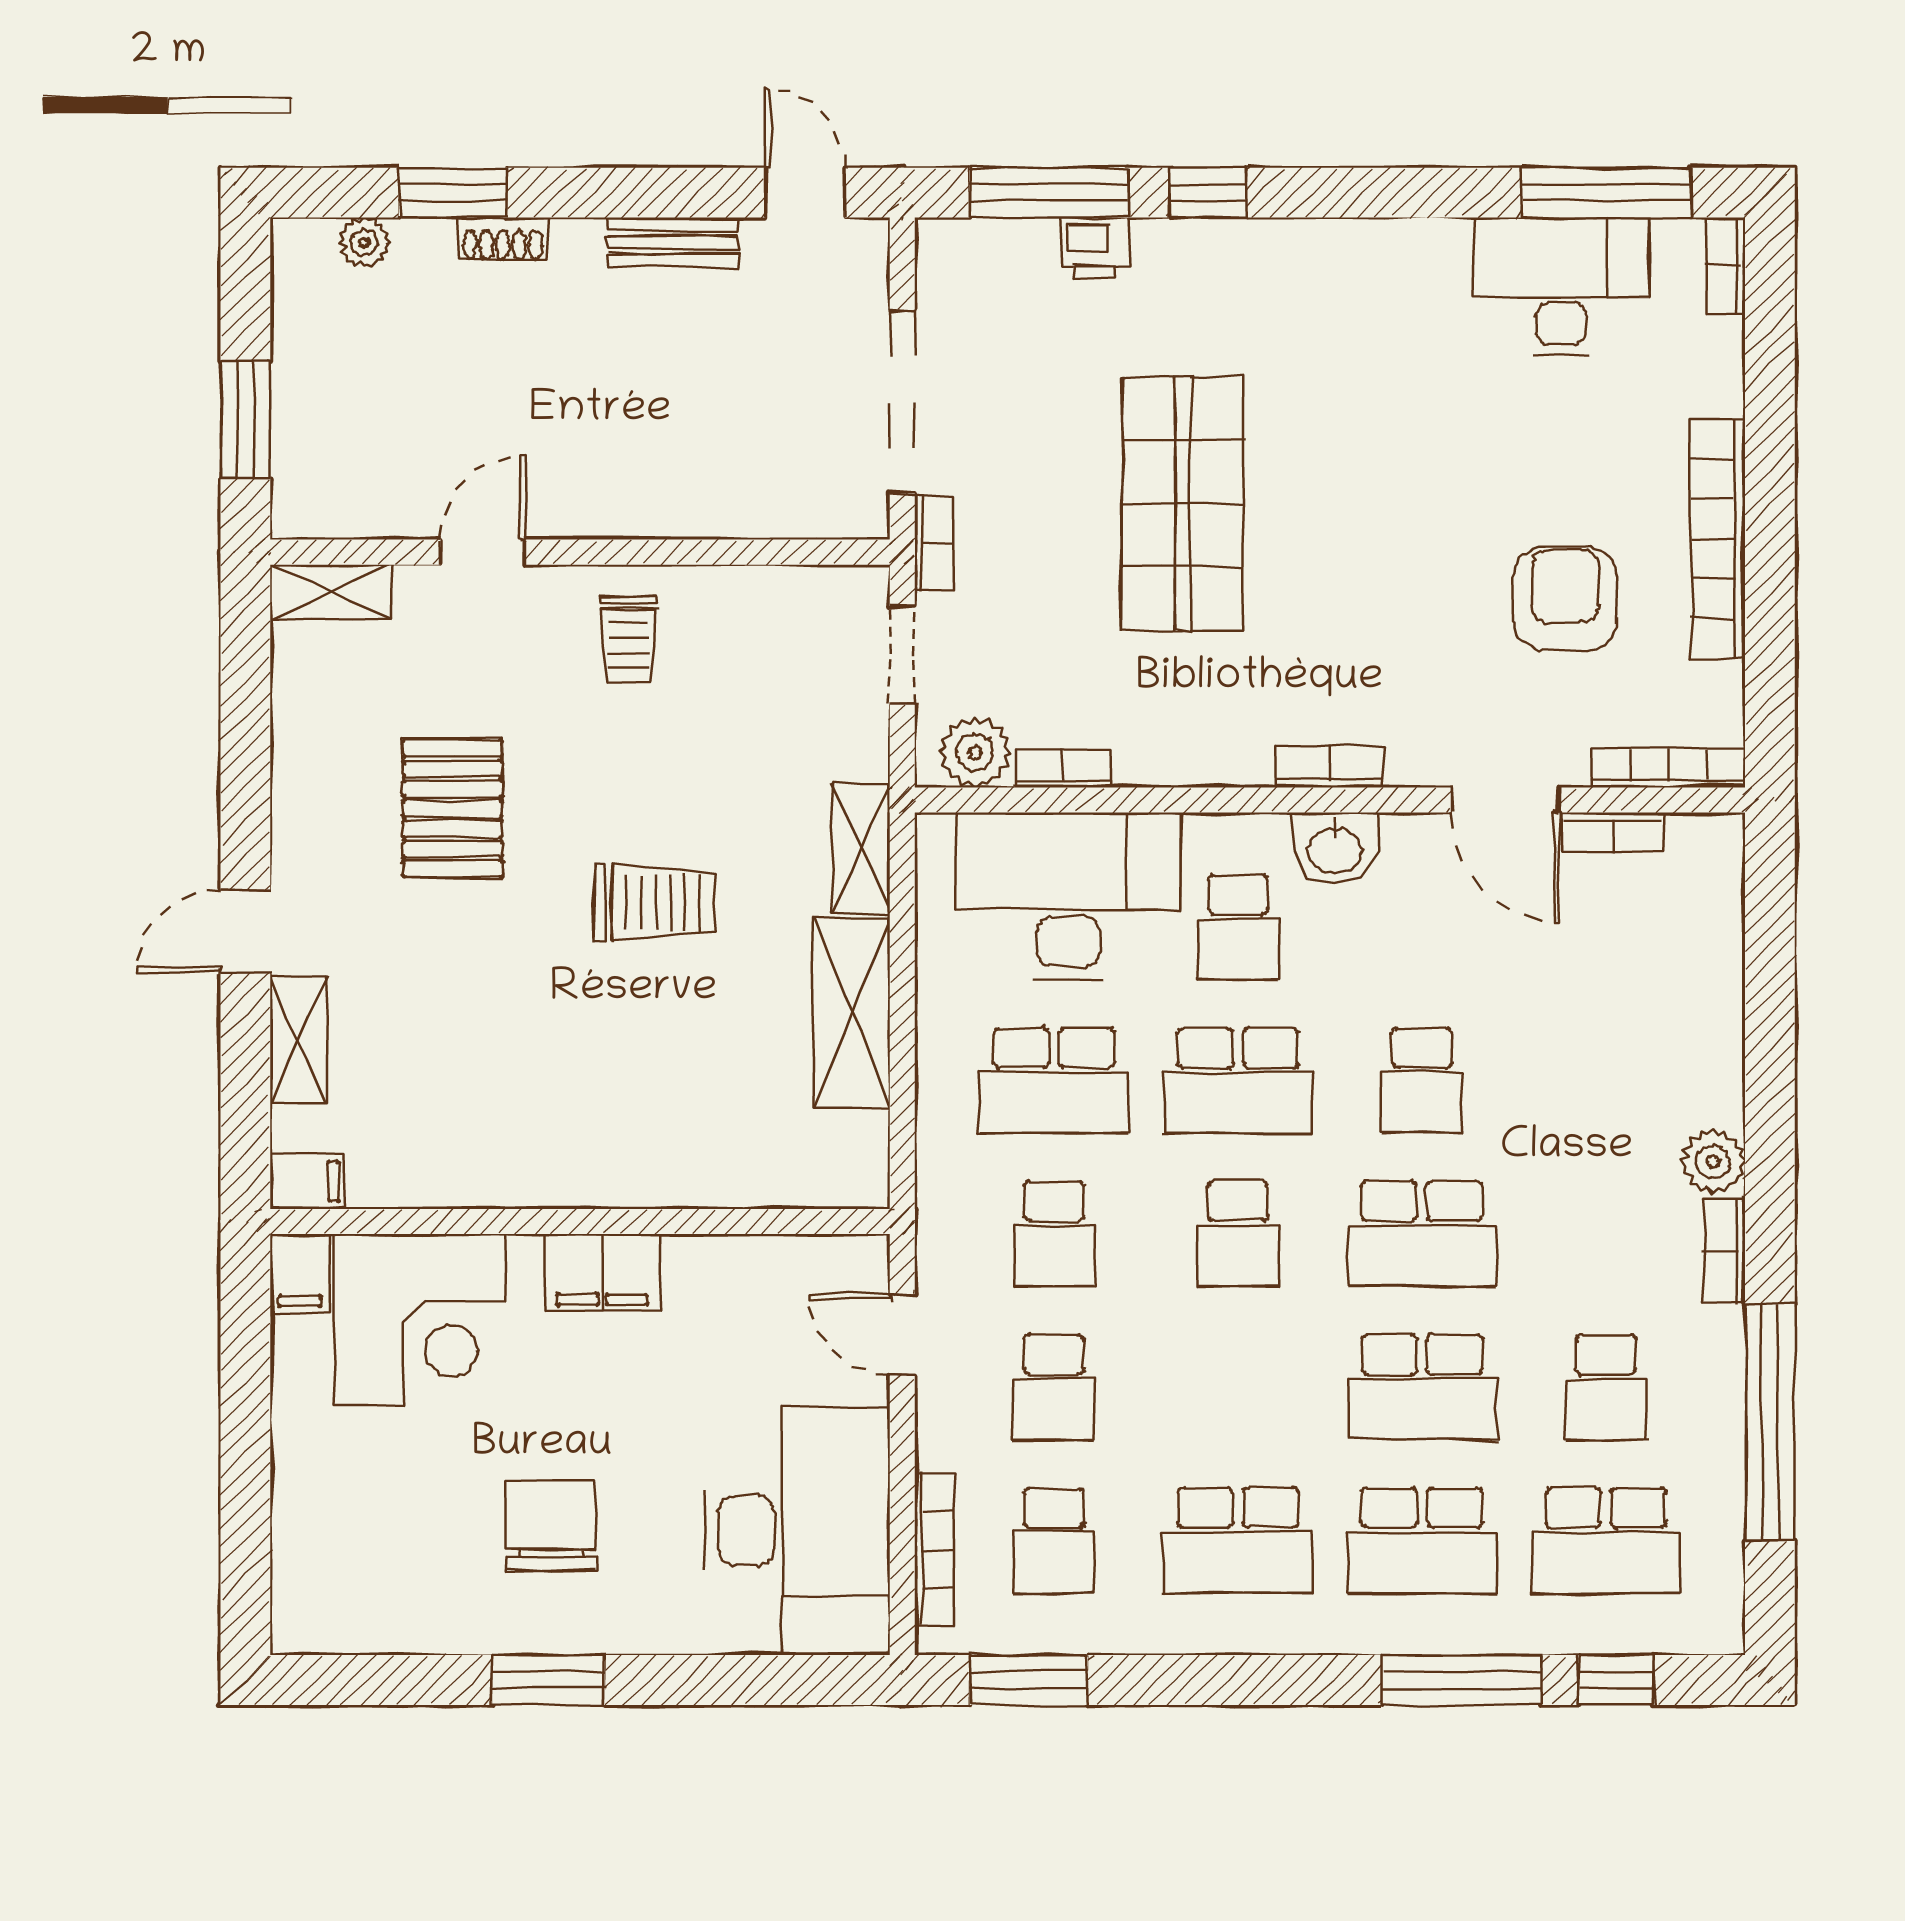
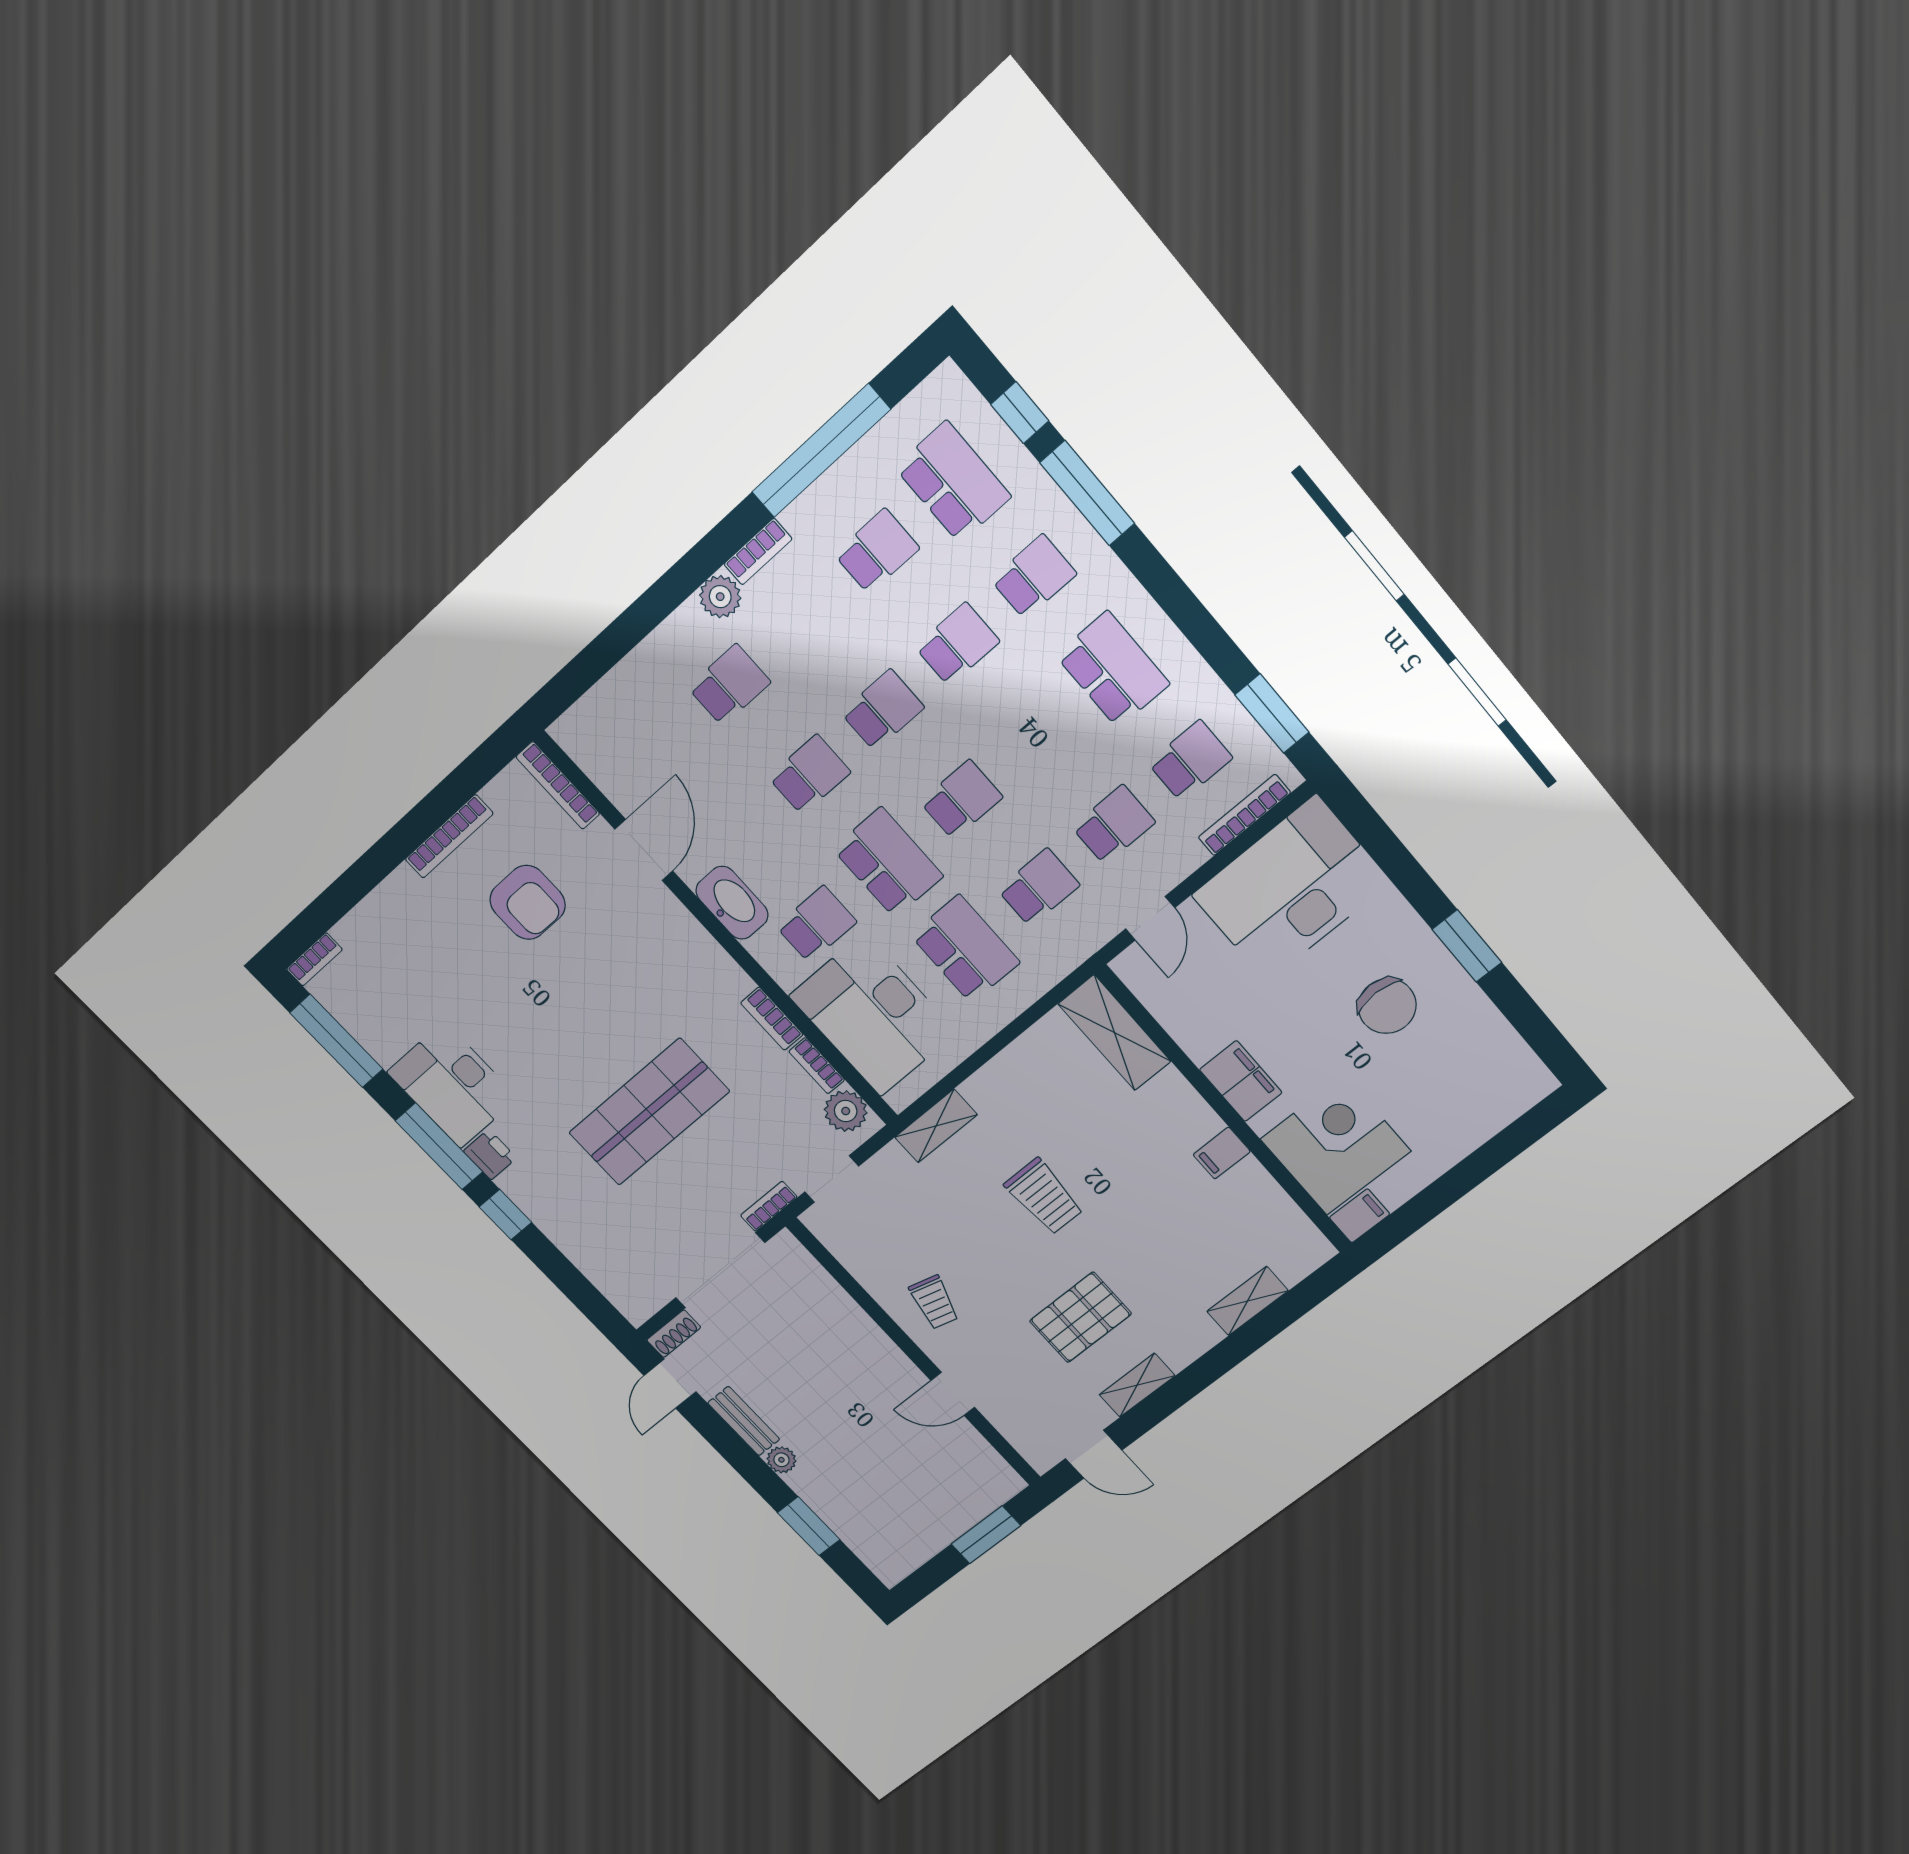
window: (1049, 193) -> (439, 1146), moved
shoe rack: (503, 239) -> (674, 1334), moved, turned 90
plant: (364, 243) -> (781, 1460), moved
printer: (1094, 248) -> (490, 1155), moved
desk: (1561, 286) -> (452, 1085), moved
bookcase: (1718, 539) -> (449, 836), width x0.68, depth x0.76
shelving: (331, 592) -> (1137, 1385), moved, turned 90
armchair: (1566, 598) -> (528, 902), turned -90
trolley: (629, 639) -> (934, 1302), turned 105
bookcase: (1330, 766) -> (772, 1019), moved
bookcase: (1613, 832) -> (611, 786), removed
washbasin: (1335, 848) -> (732, 903), width x1.38
trolley: (655, 903) -> (1044, 1197), turned 180
door: (245, 931) -> (1094, 1454), moved
shelving: (852, 1013) -> (1115, 1033), moved, turned 90
school desk: (1606, 1080) -> (729, 685), added
filing cabinet: (308, 1181) -> (1222, 1153), moved, turned -90
school desk: (1422, 1234) -> (883, 710), width x0.54
school desk: (1422, 1387) -> (957, 644), width x0.54
chair: (551, 1526) -> (1387, 1006), turned -90
school desk: (1422, 1540) -> (1034, 577), width x0.54

